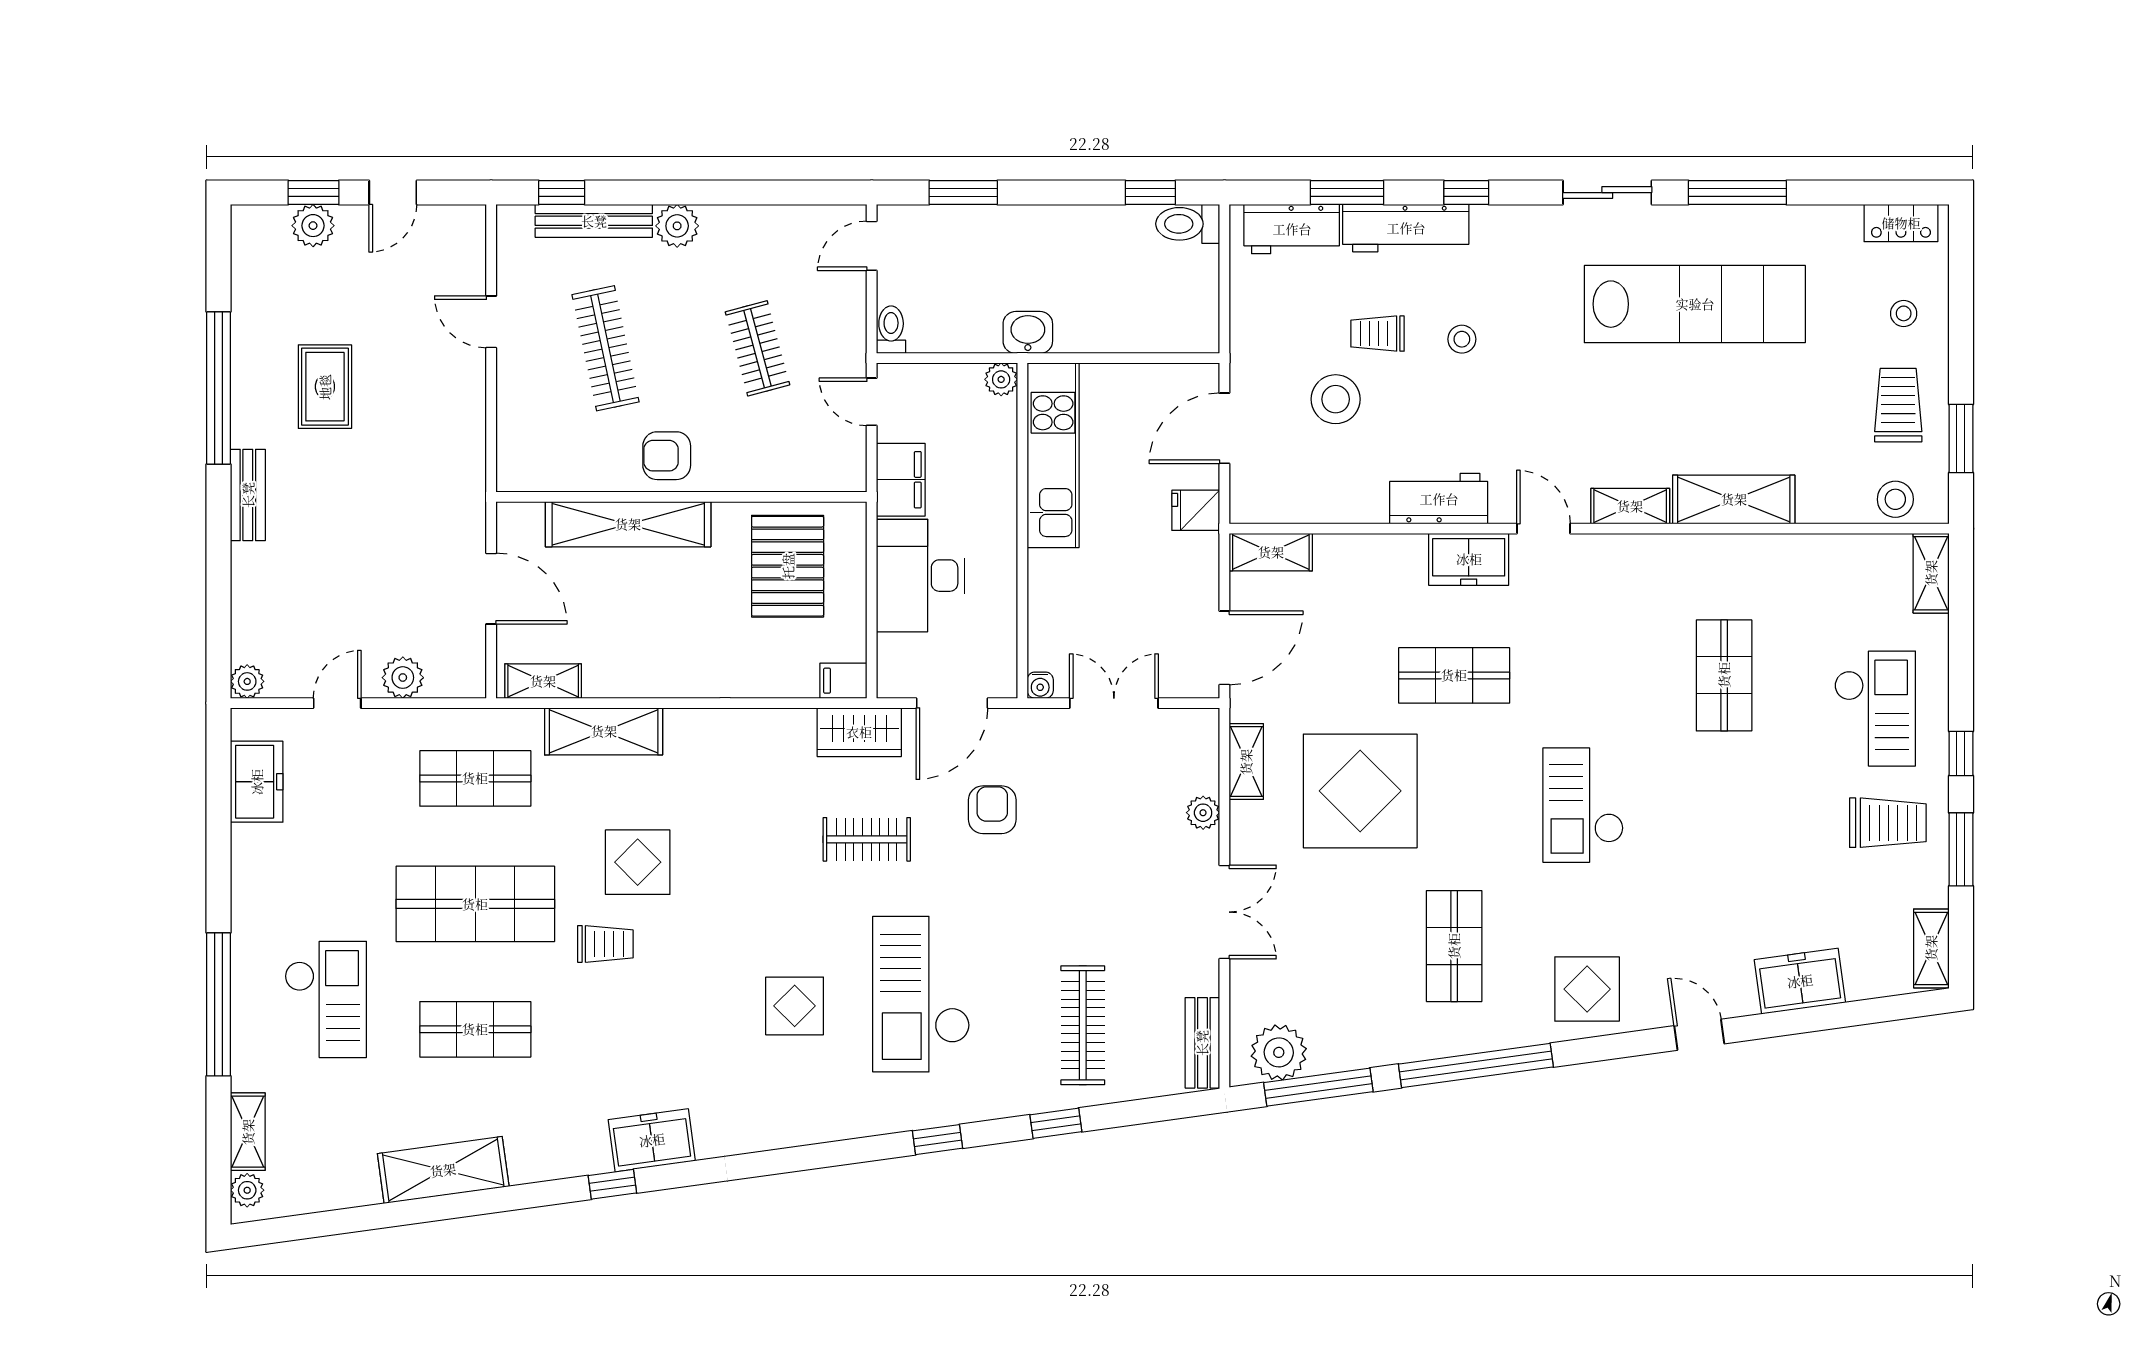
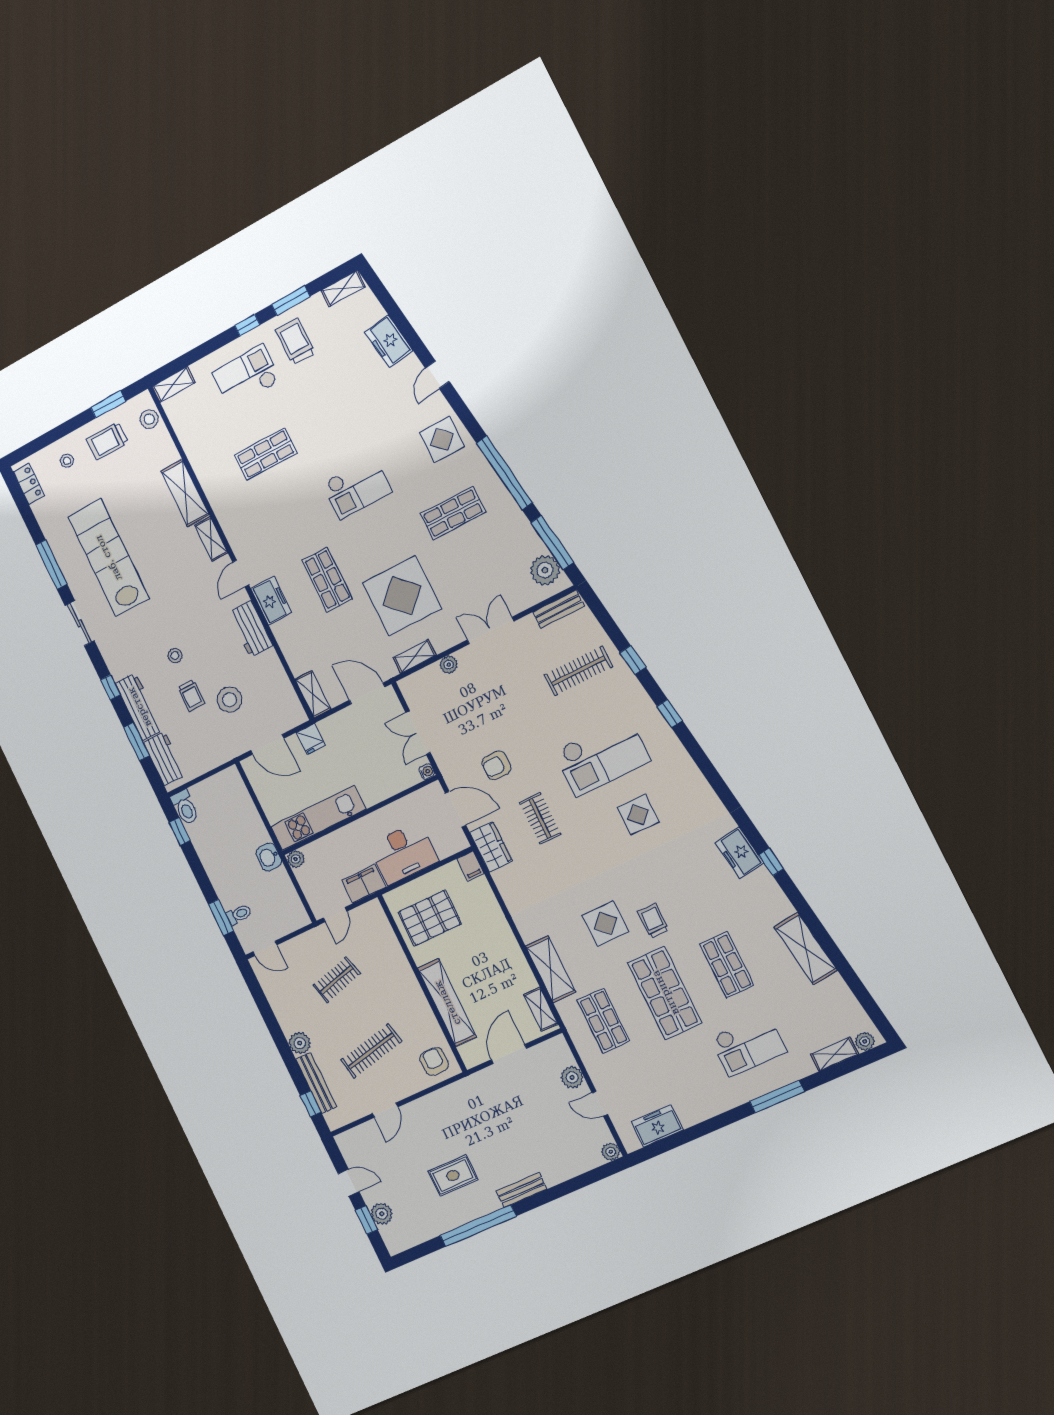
toilet: (891, 330) -> (239, 914), moved, turned 180
armchair: (667, 456) -> (434, 1062), moved, turned 180
checkout: (326, 999) -> (748, 1045), turned 180
window: (219, 1004) -> (777, 1097), width x0.68

